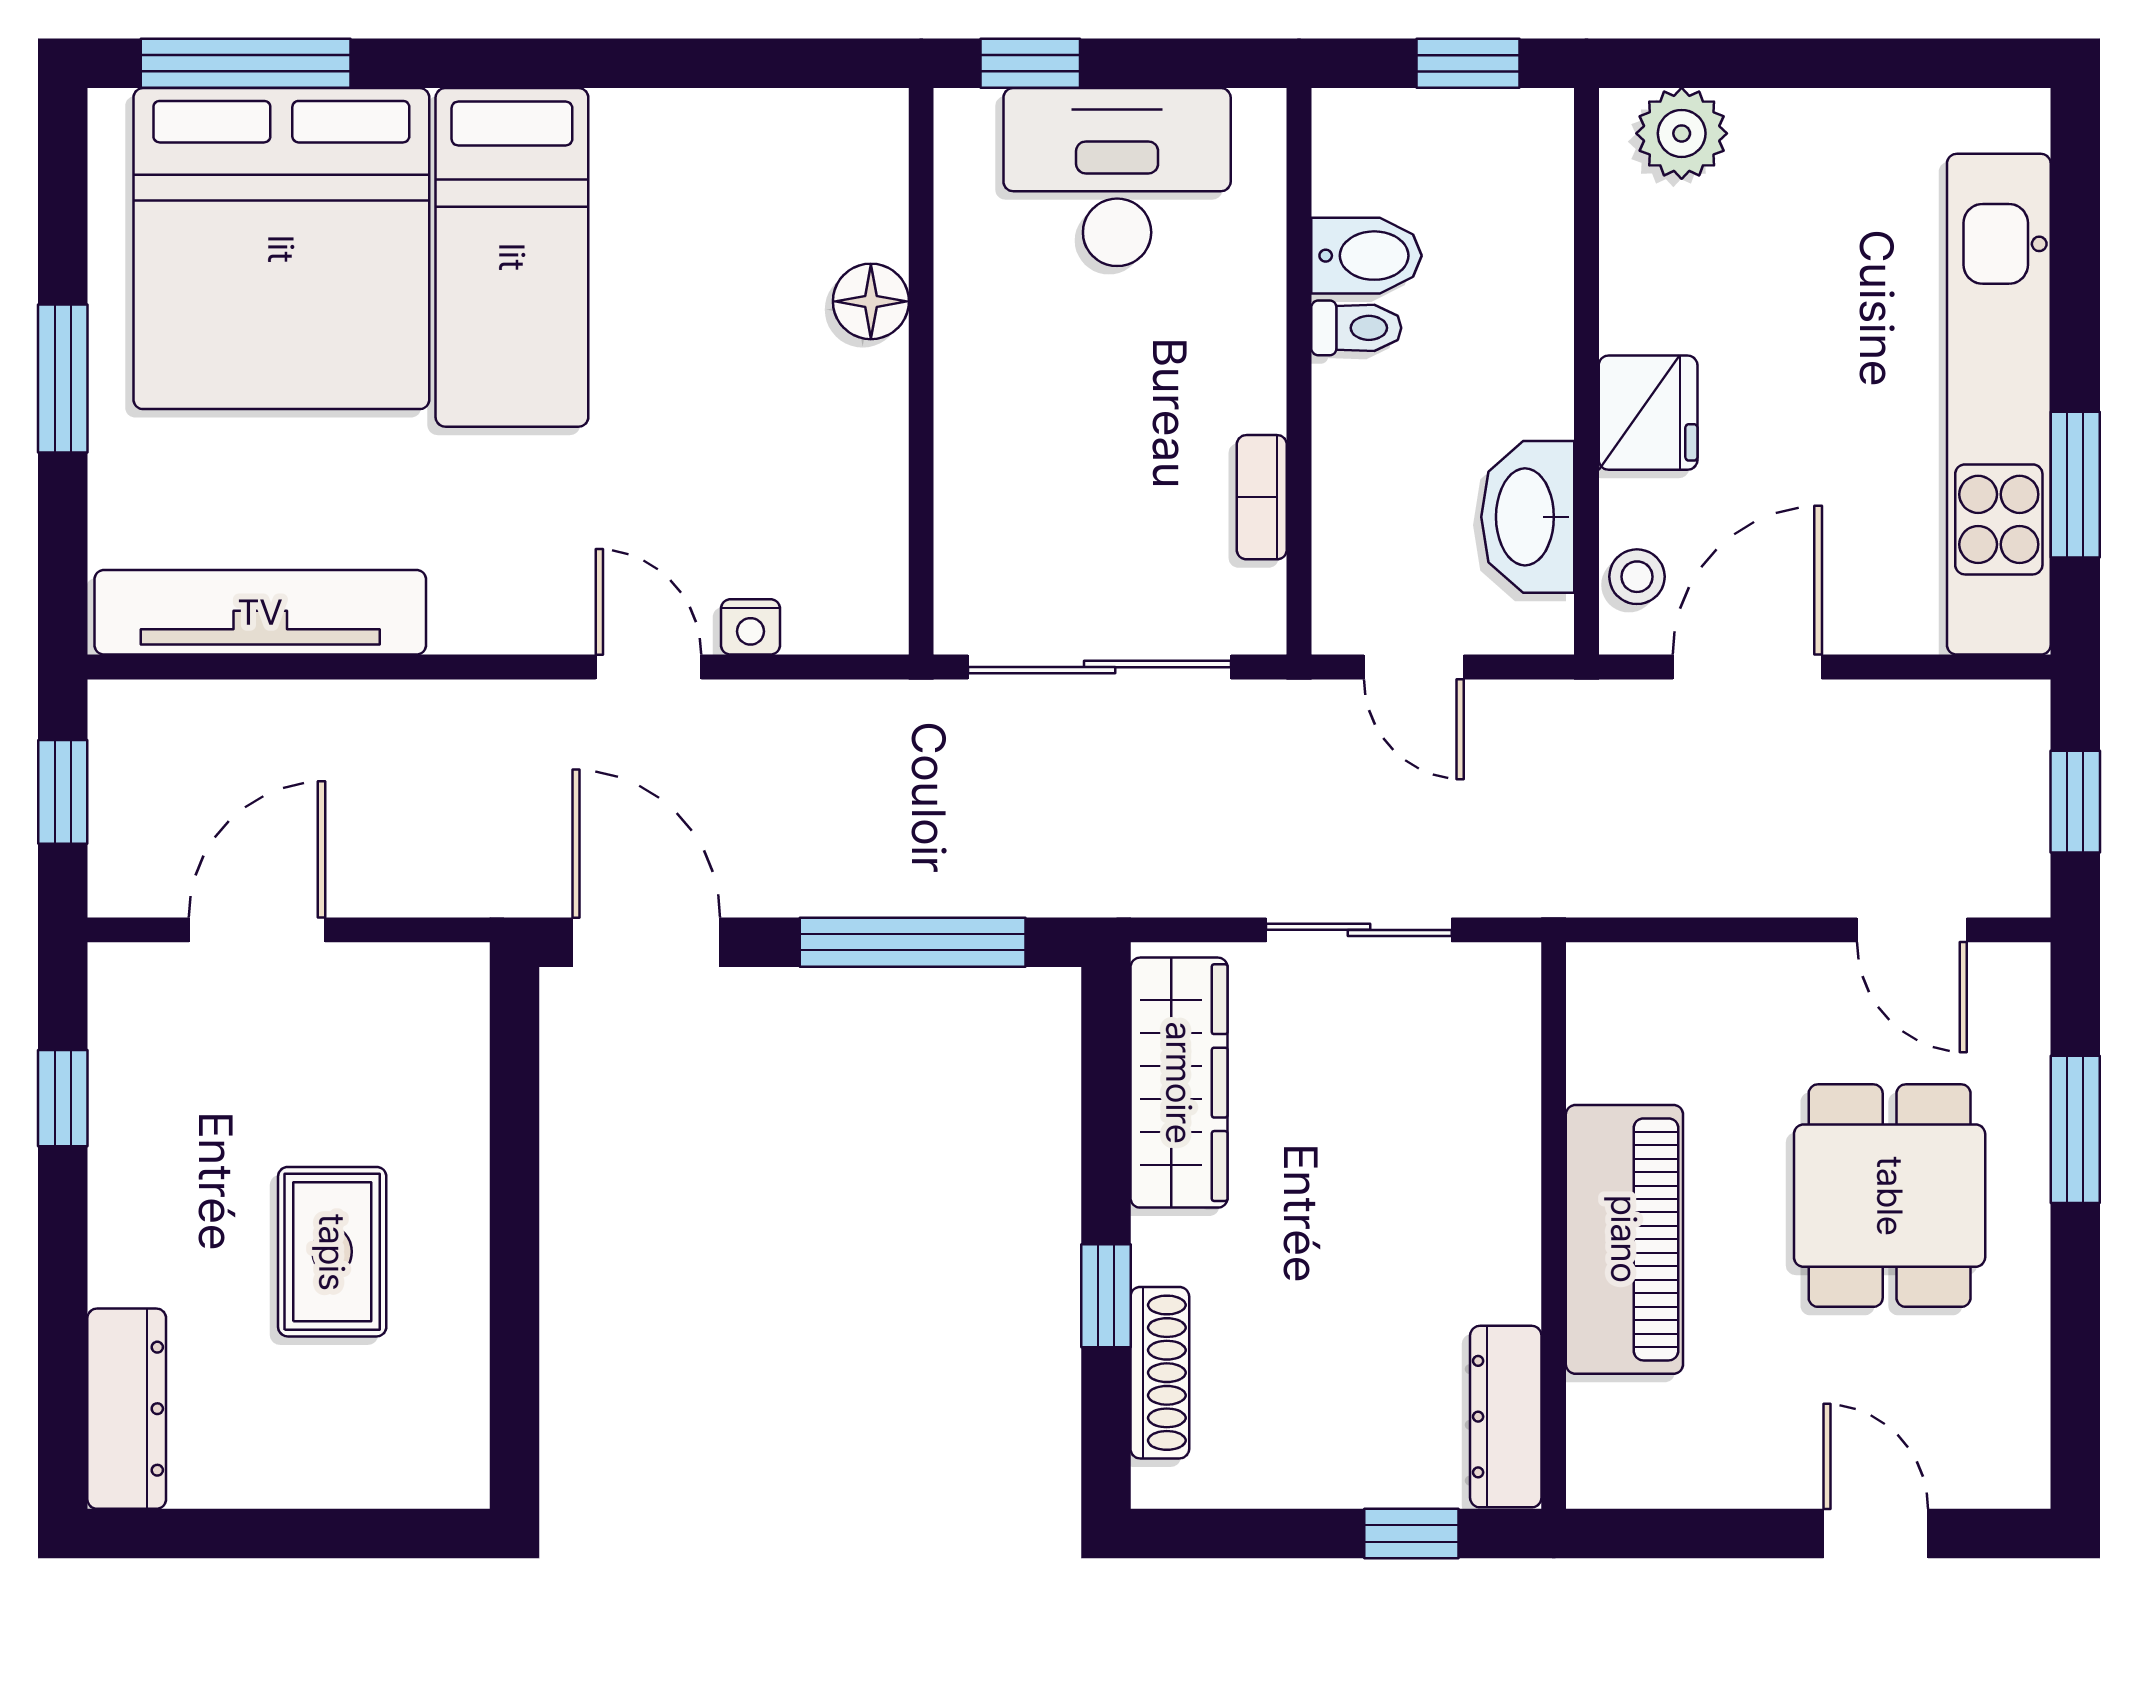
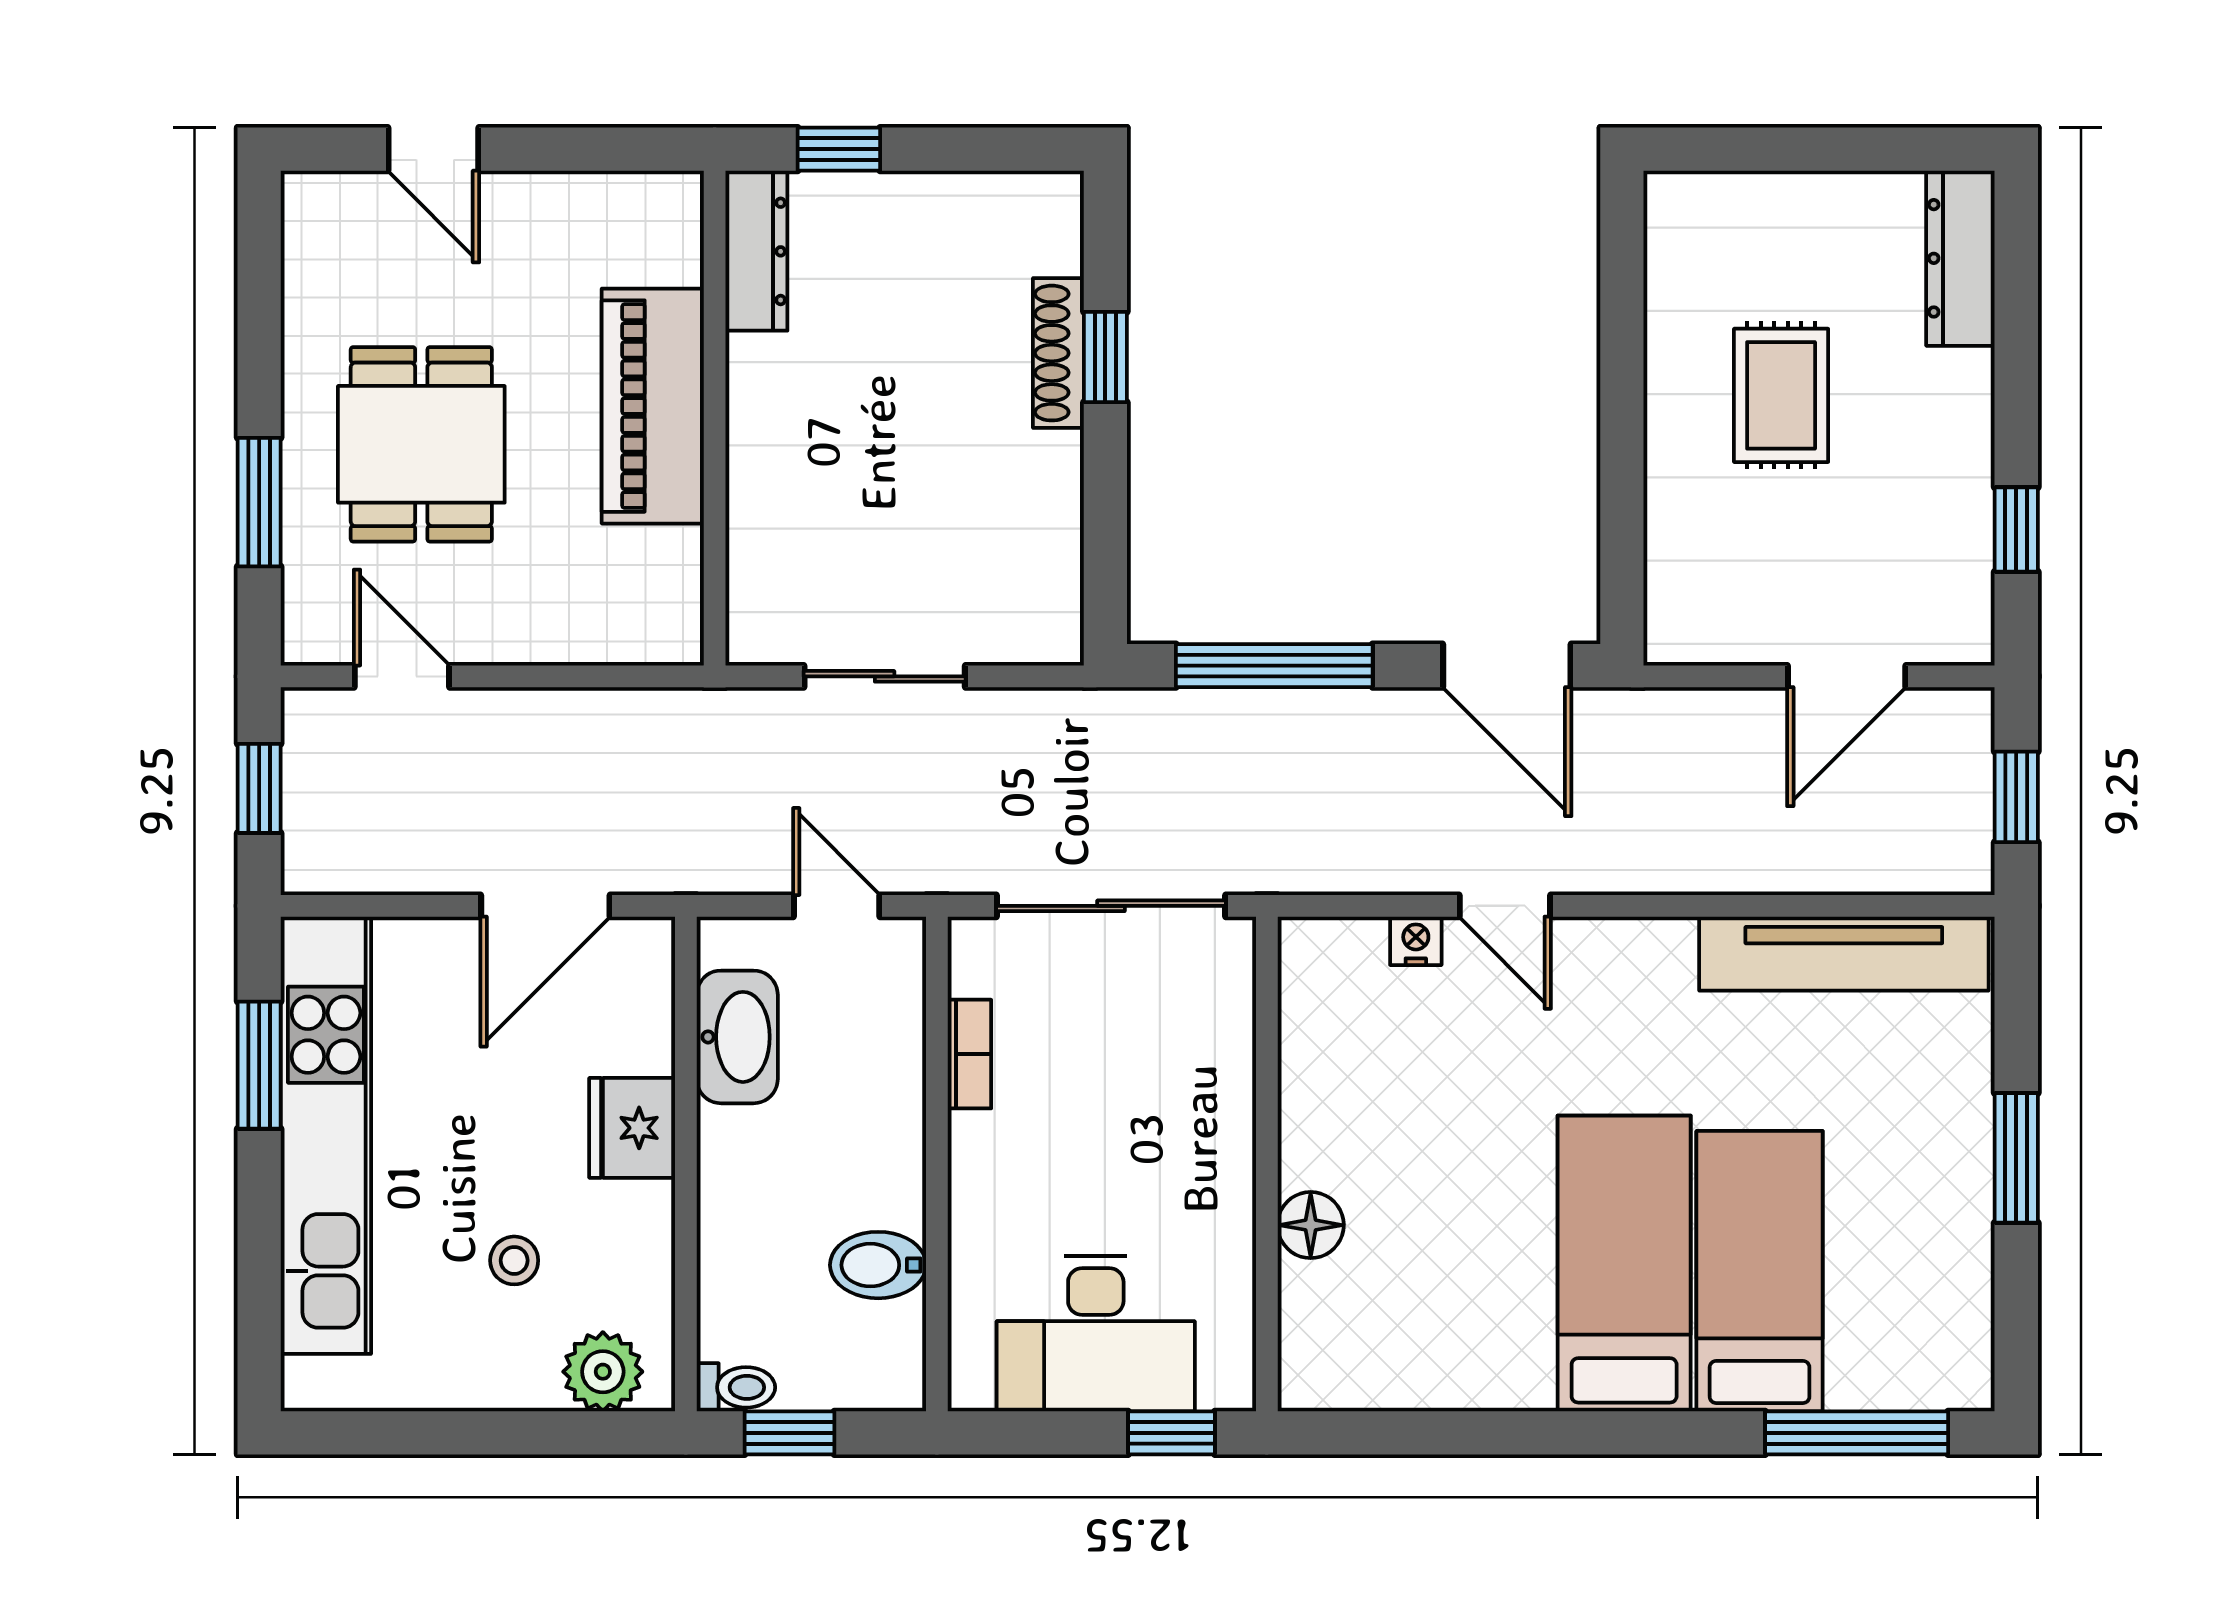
bed: (281, 249) -> (1760, 1271), width x0.49
toilet: (1356, 328) -> (736, 1387), moved, turned 180
stool: (1637, 577) -> (514, 1260), moved
wardrobe: (1179, 1083) -> (1042, 543), removed
shoe rack: (1160, 1373) -> (1058, 353), moved

